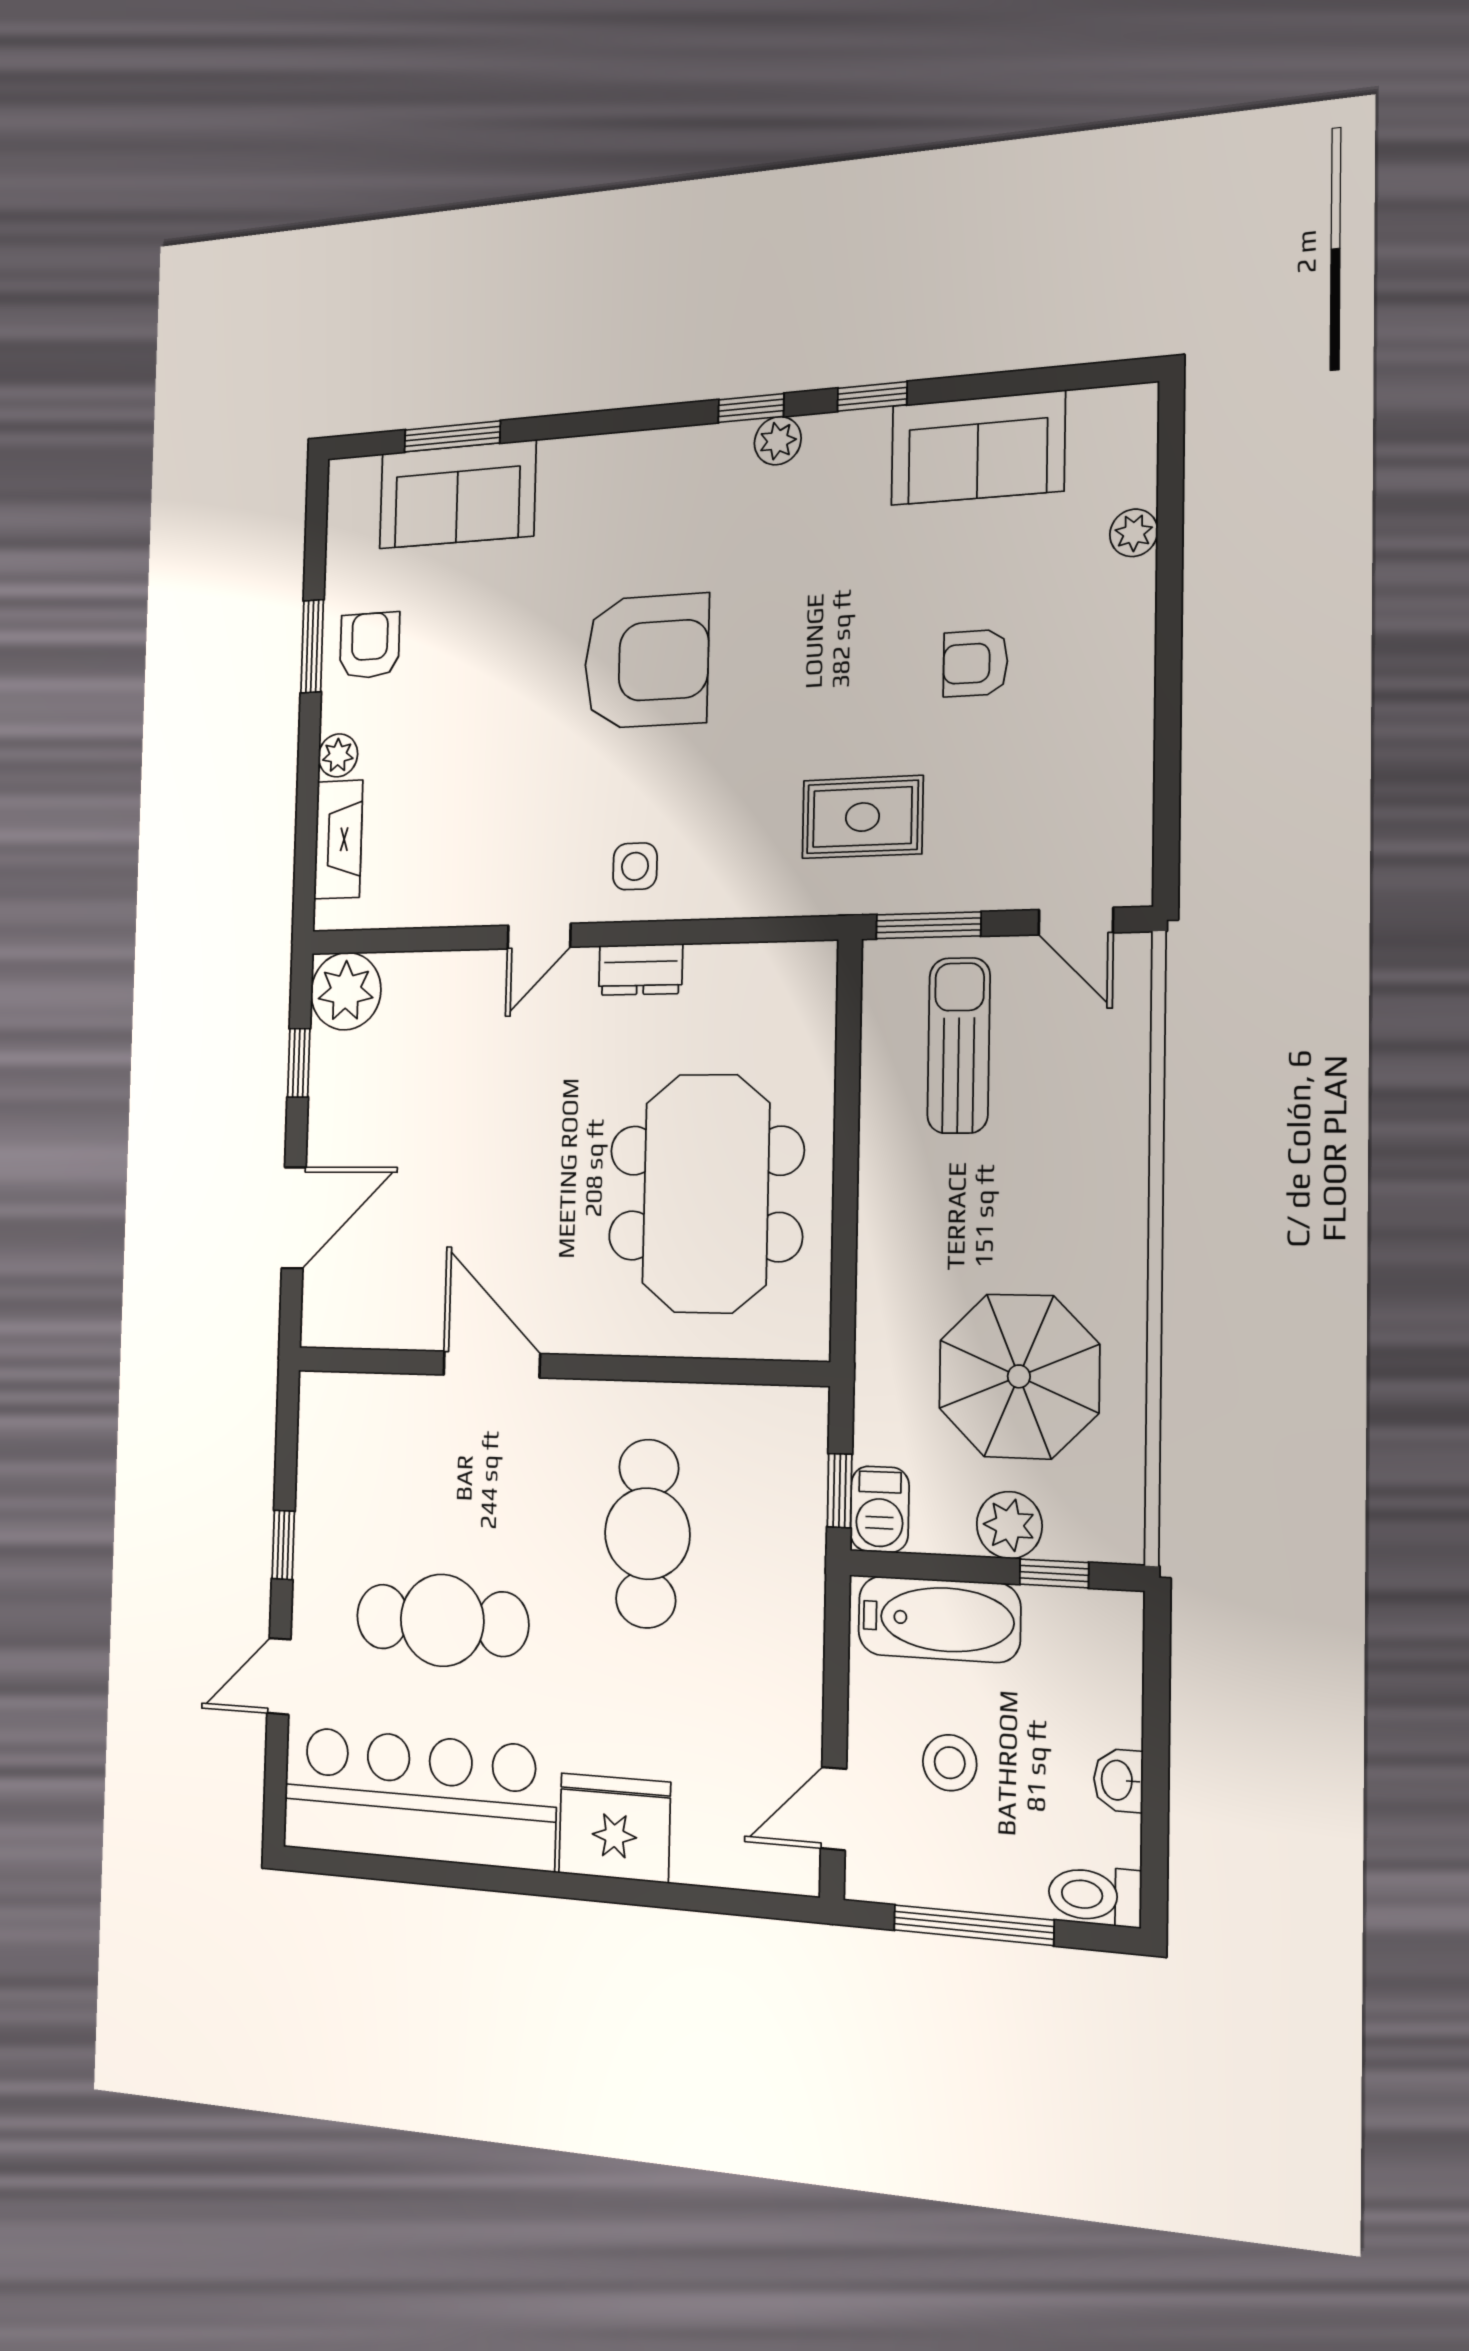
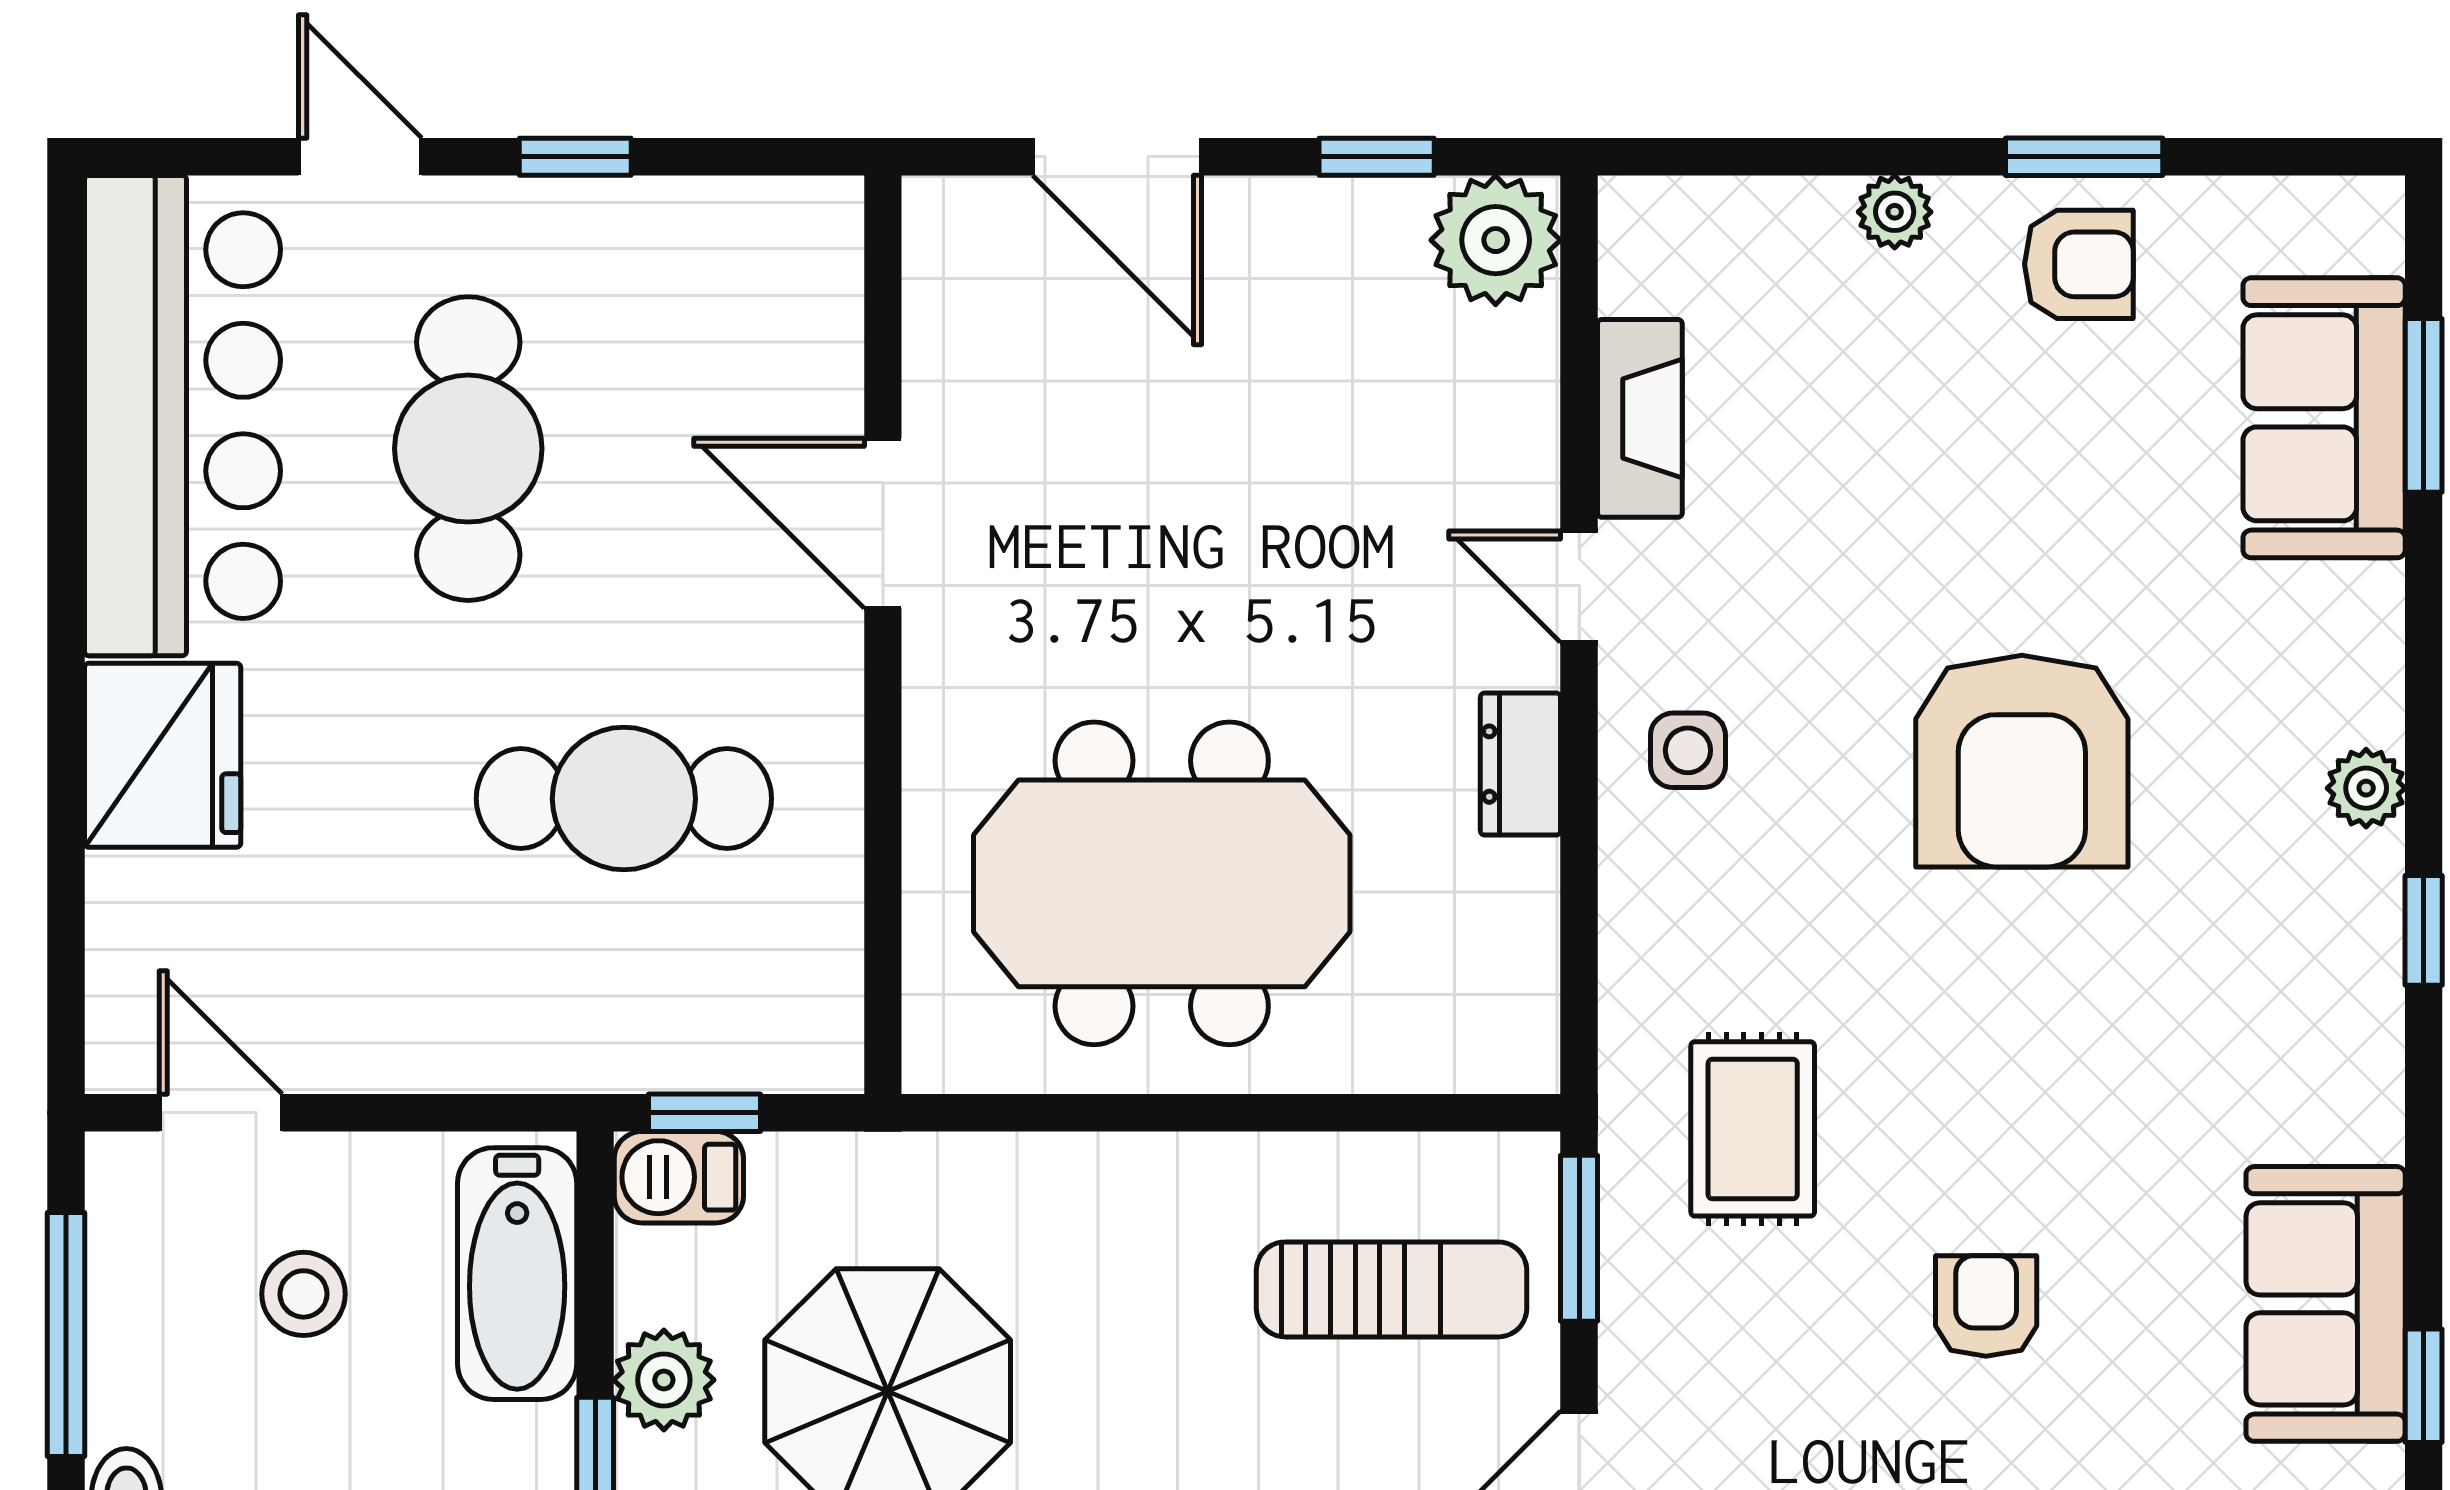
window: (872, 396) -> (2424, 1386), moved
plant: (778, 441) -> (2366, 788), moved
fireplace: (338, 840) -> (1640, 418), moved, turned -90
door: (492, 1364) -> (883, 523), swing flipped

